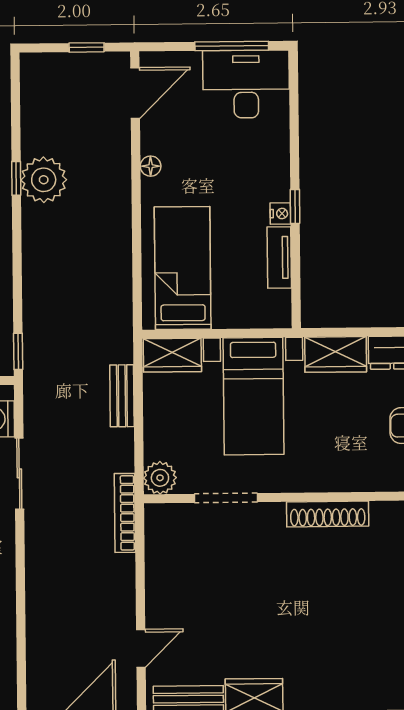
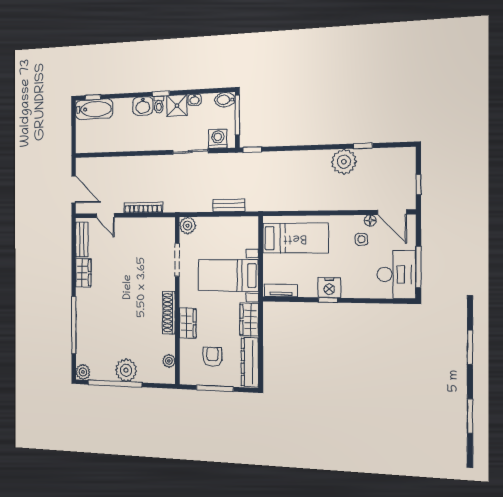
side table: (184, 147) -> (361, 239), added
floor lamp: (151, 166) -> (370, 221), moved
window: (16, 178) -> (363, 146), moved
nightstand: (280, 214) -> (329, 288), width x1.89, depth x1.79
tv unit: (279, 257) -> (281, 290), moved
wardrobe: (172, 355) -> (188, 323), moved, turned 180
bookcase: (125, 513) -> (143, 208), moved

